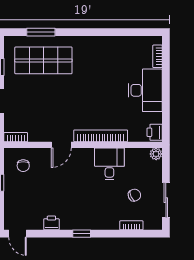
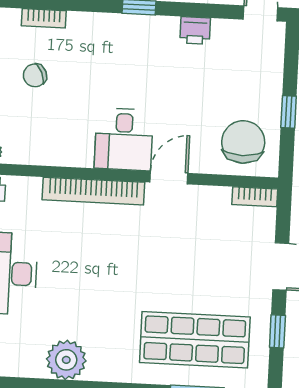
plant: (110, 46) -> (66, 360), added
desk: (109, 164) -> (124, 139), moved
chair: (23, 166) -> (243, 142), width x1.87, depth x1.87

